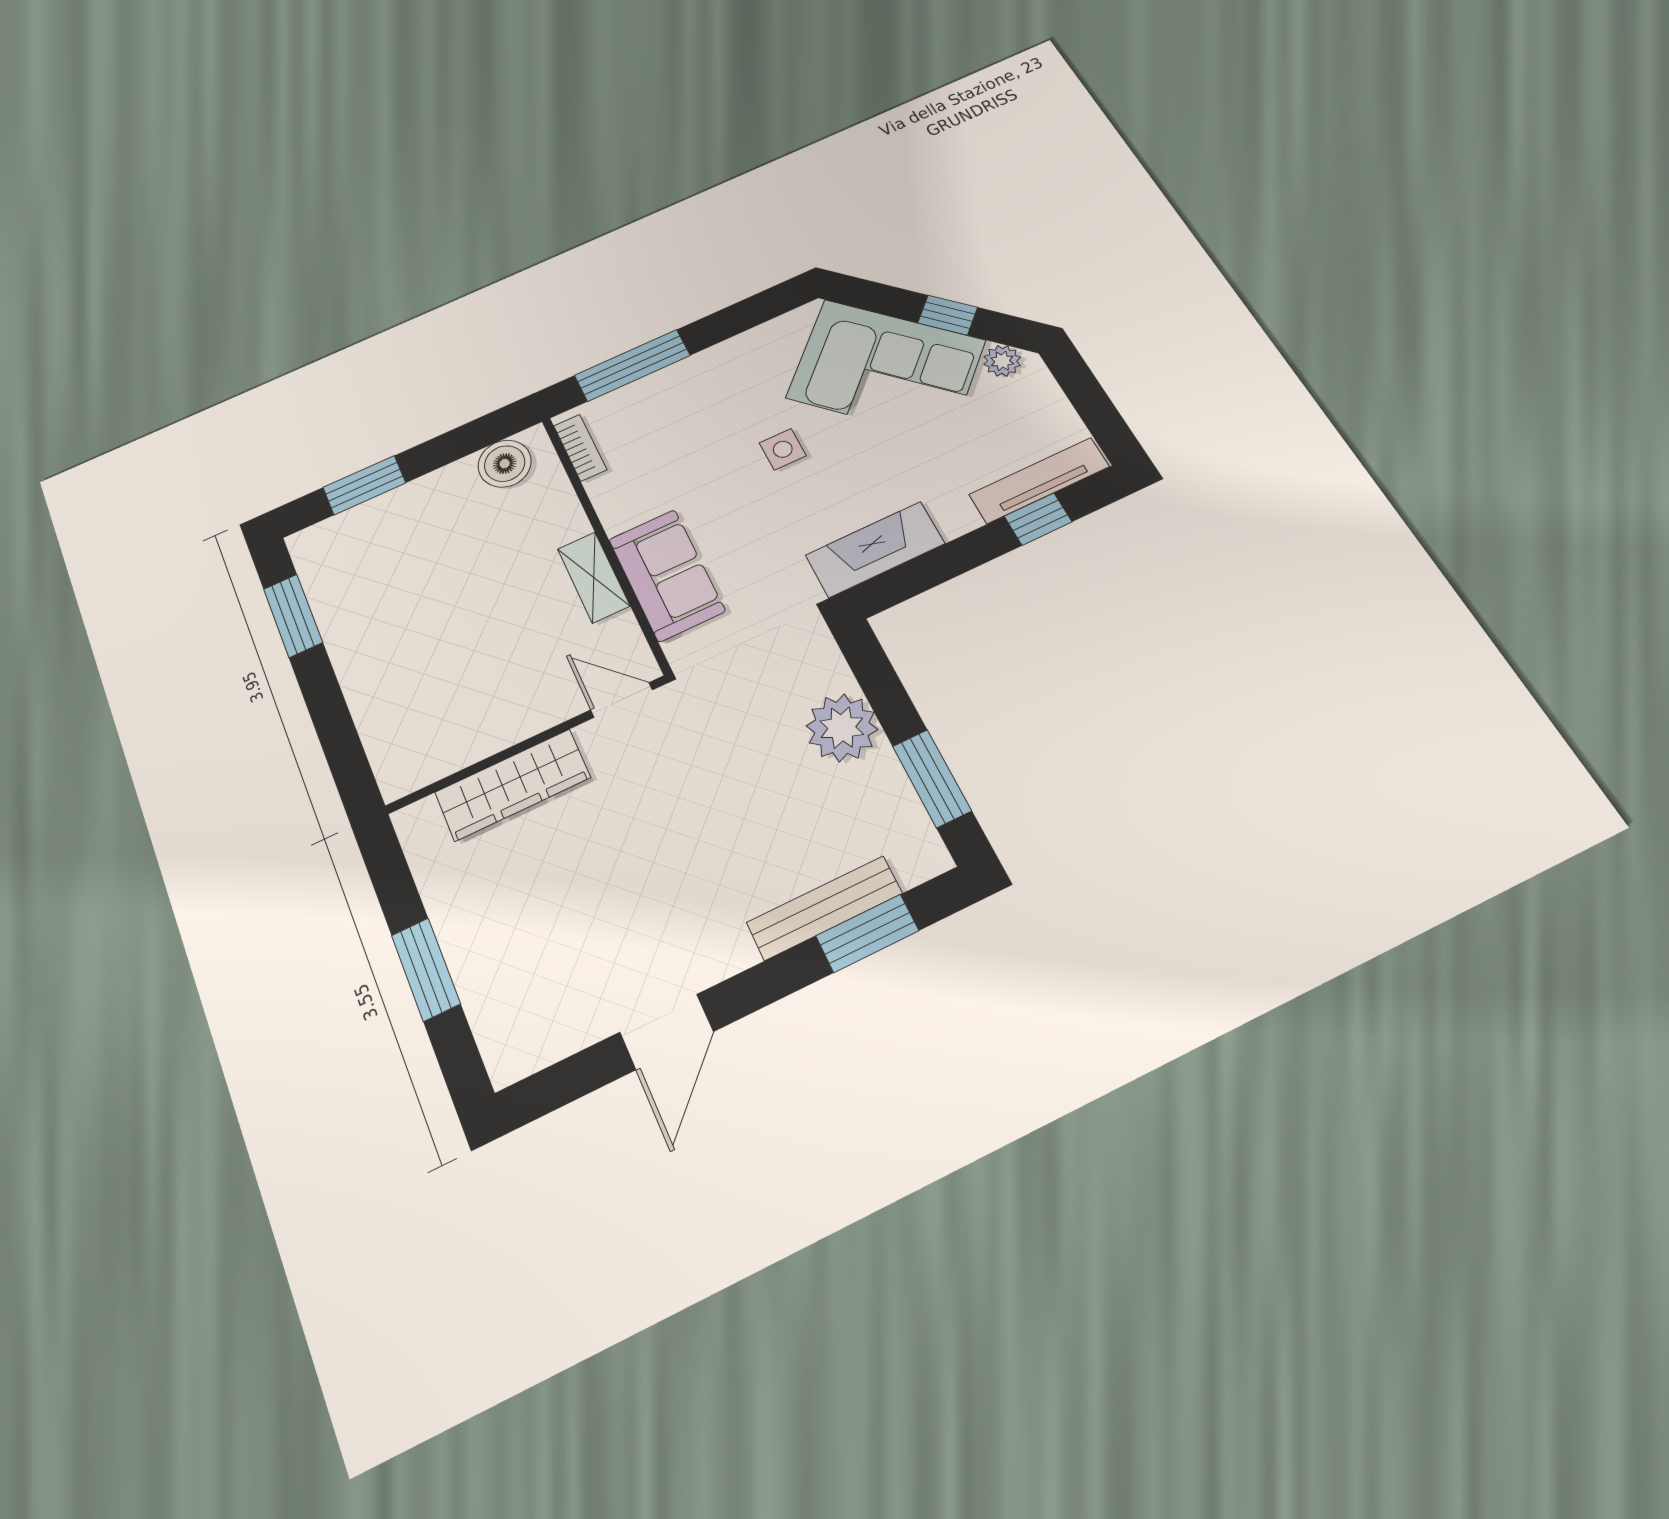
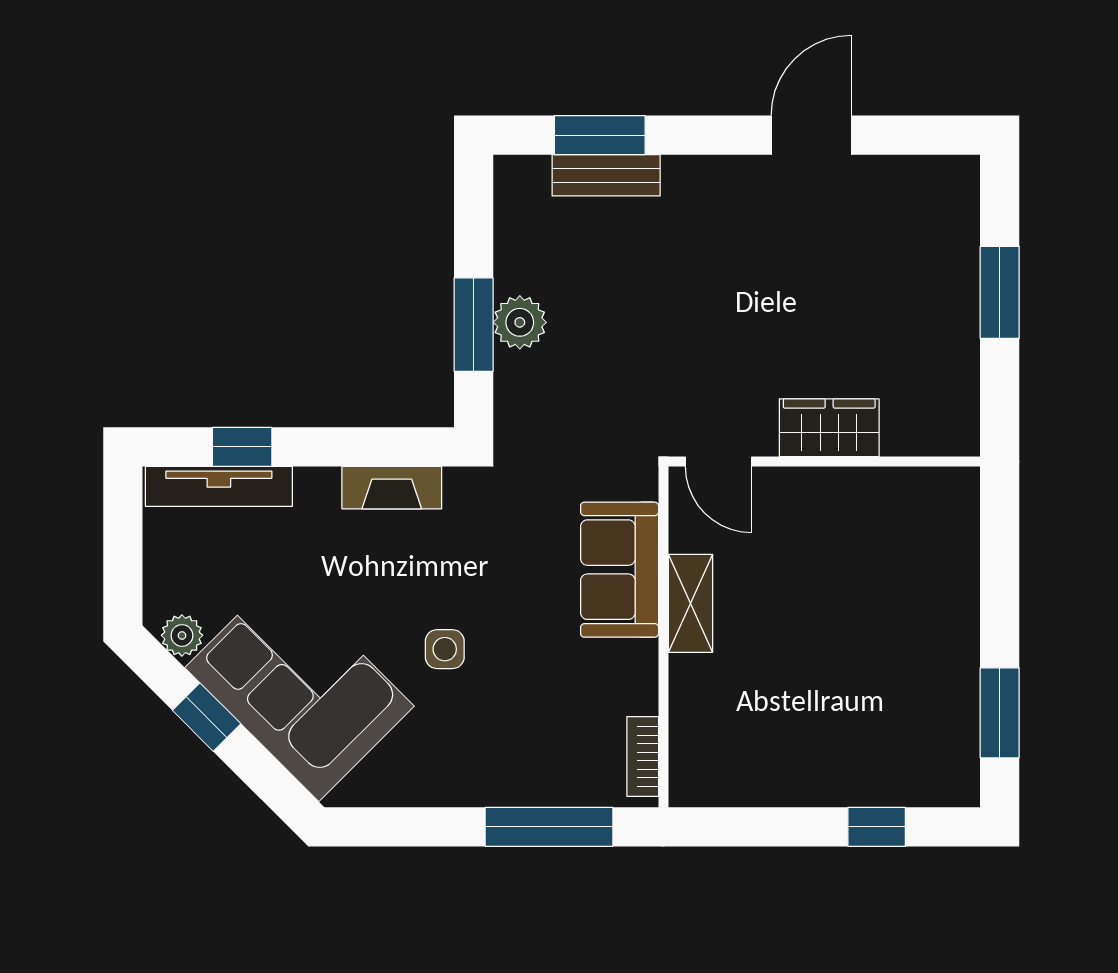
boiler: (505, 464) -> (726, 778), removed
window: (364, 485) -> (877, 827), width x0.67
fireplace: (875, 549) -> (392, 488), width x0.73, depth x0.76
plant: (842, 728) -> (520, 322), width x0.73, depth x0.73
window: (932, 778) -> (474, 325), moved
wardrobe: (513, 785) -> (829, 428), width x0.67
bench: (824, 908) -> (606, 175), width x0.73

